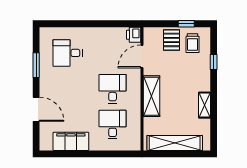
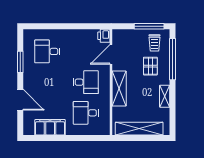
window: (186, 24) -> (149, 26), width x2.17
pallet: (171, 40) -> (150, 66), moved
window: (214, 62) -> (173, 59), width x3.17
desk: (113, 89) -> (86, 82), turned 90
desk: (113, 125) -> (86, 113), turned -90

